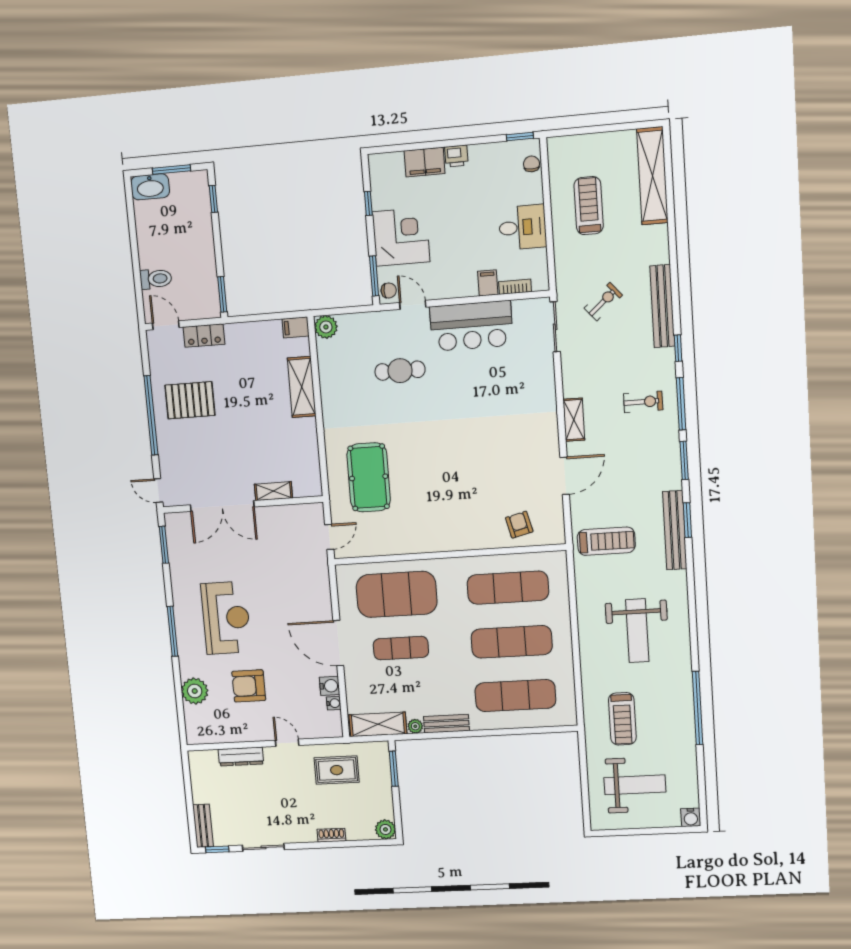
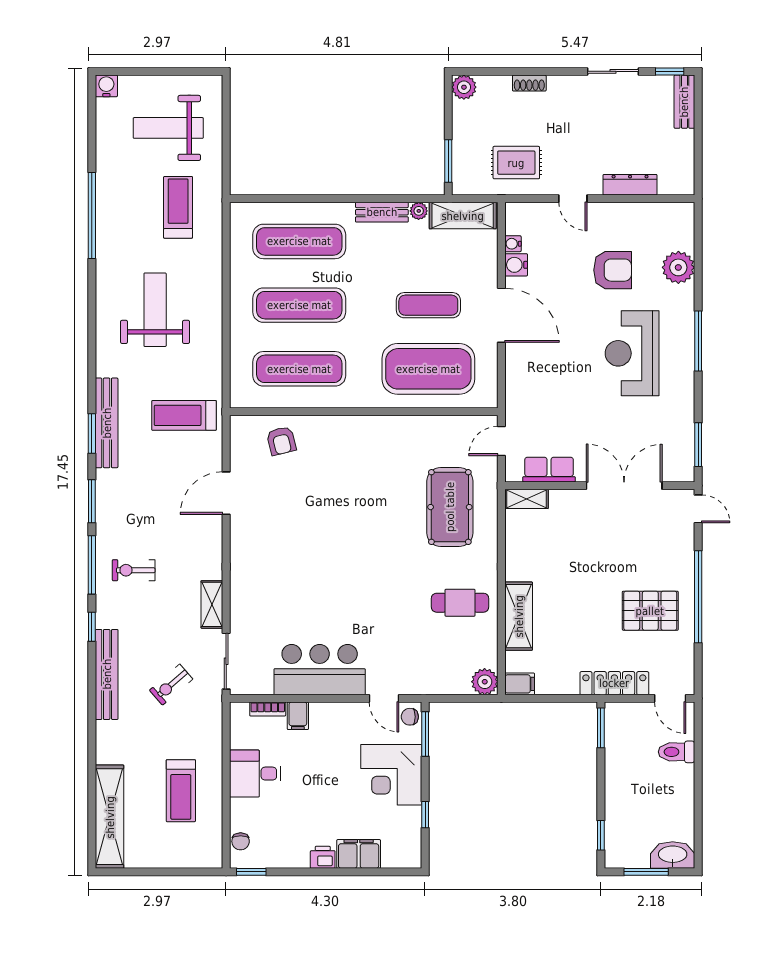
locker: (204, 336) -> (614, 683), width x1.53
cafe table: (400, 371) -> (460, 603), moved
shelving: (574, 420) -> (212, 604), moved
shelving: (273, 491) -> (527, 499), moved
row of seats: (287, 515) -> (549, 470), added

